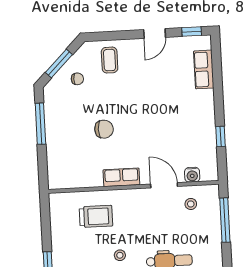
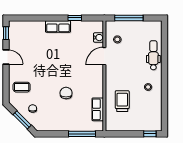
row of seats: (204, 69) -> (58, 26), moved
window: (40, 124) -> (82, 134), moved
row of seats: (121, 177) -> (98, 109), moved

